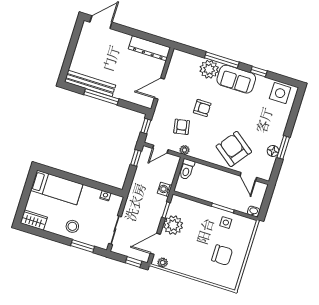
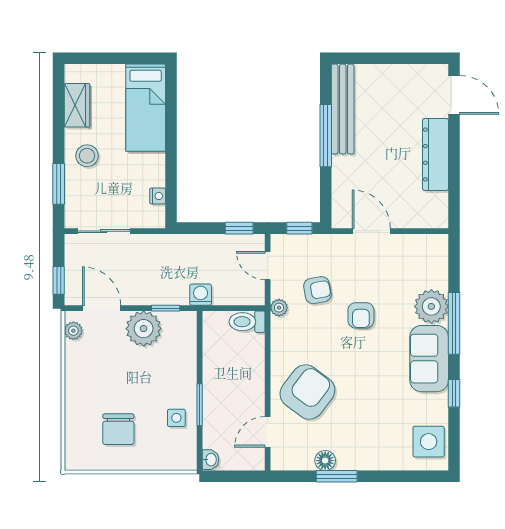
dresser: (149, 48) -> (435, 154), moved
wardrobe: (34, 220) -> (77, 105), moved

